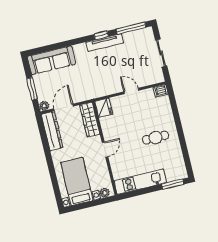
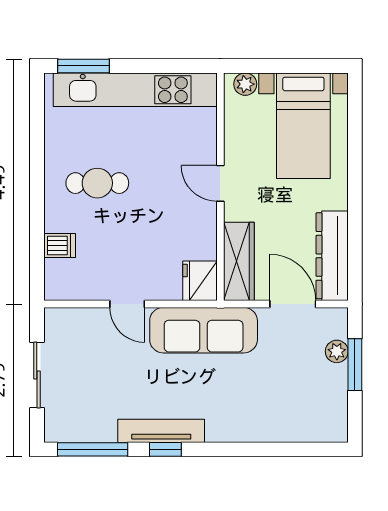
sofa: (51, 60) -> (204, 330), moved, turned 180
dishwasher: (161, 91) -> (60, 245), moved
plant: (44, 106) -> (337, 351), moved
door: (64, 107) -> (293, 304), swing flipped
door: (105, 150) -> (220, 183), hinge flipped
kitchen unit: (140, 182) -> (135, 90), width x1.36

